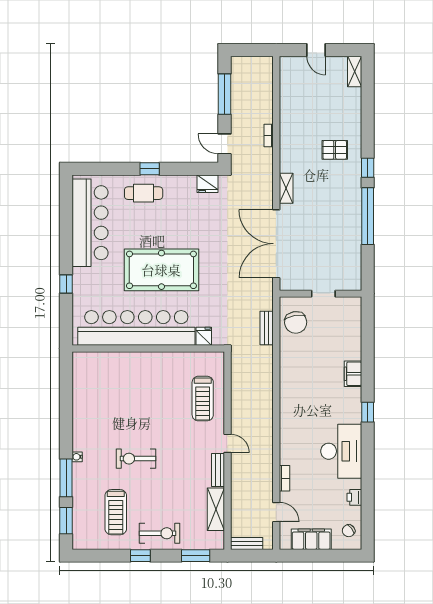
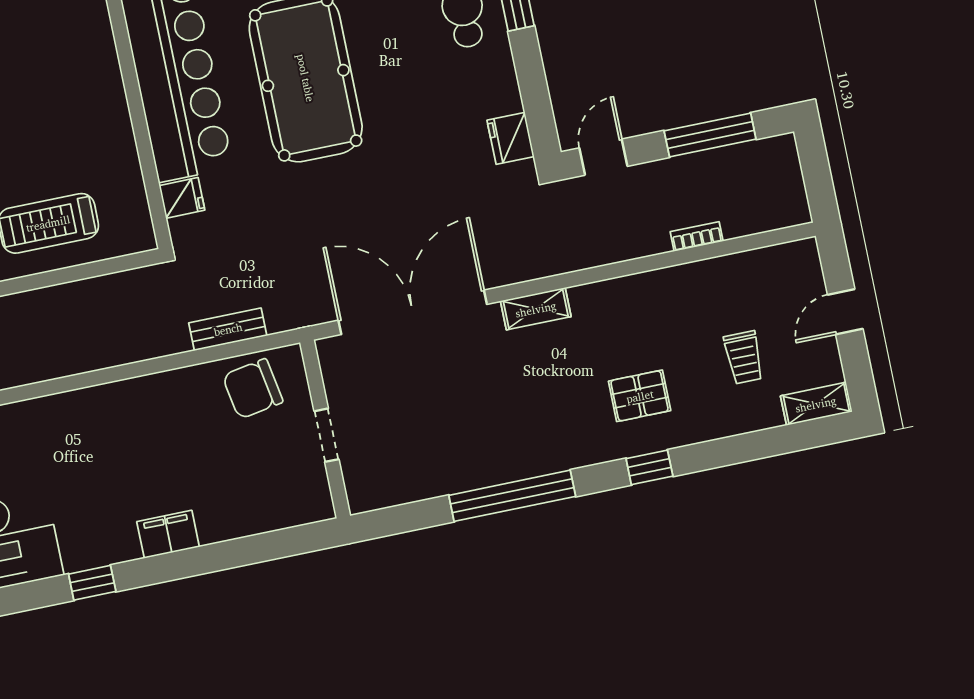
trolley: (327, 100) -> (744, 357), added
bookcase: (269, 136) -> (697, 236), moved
pallet: (335, 150) -> (640, 396), turned 90
window: (368, 168) -> (649, 467), moved

